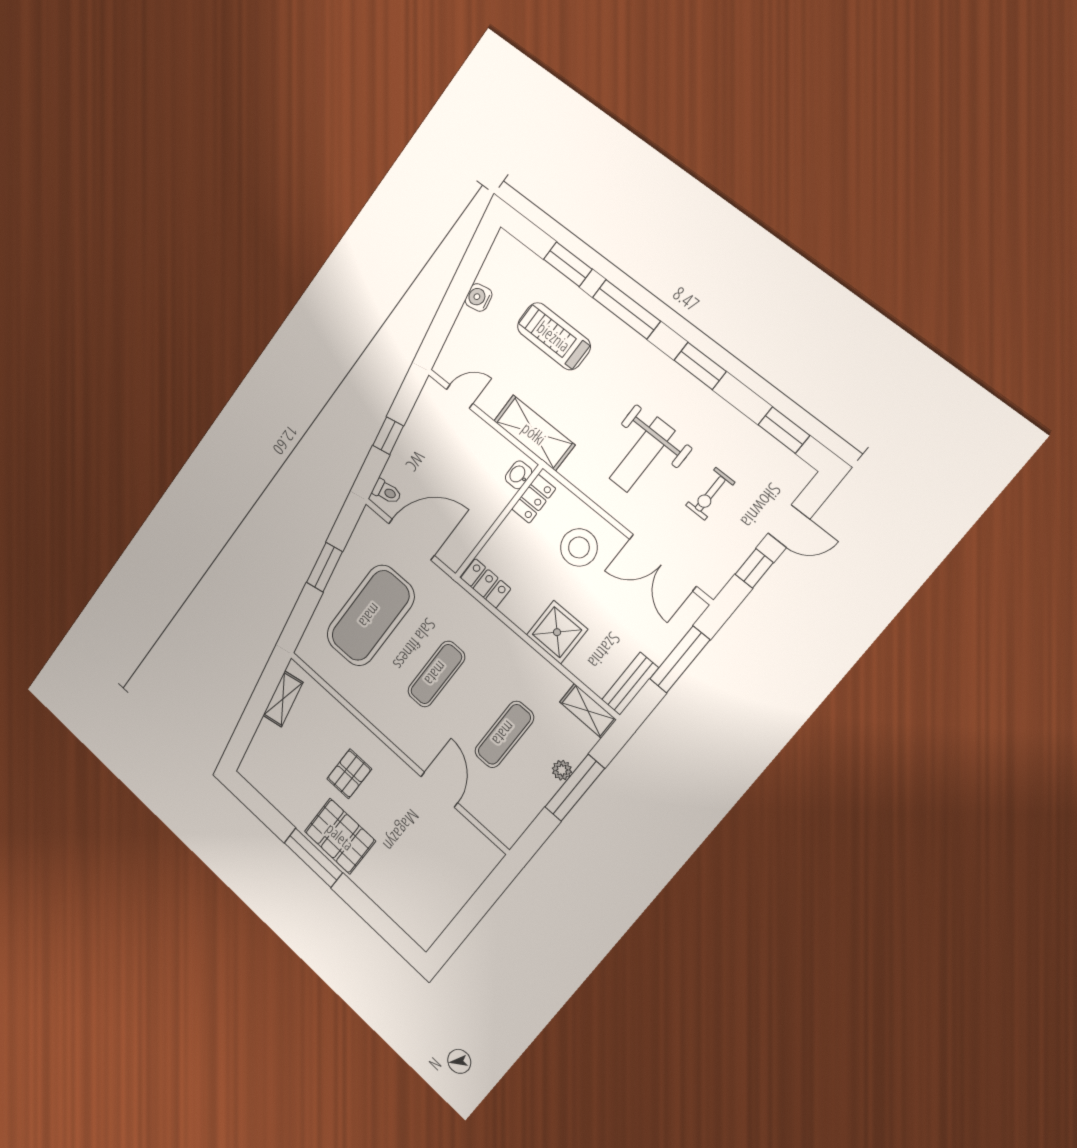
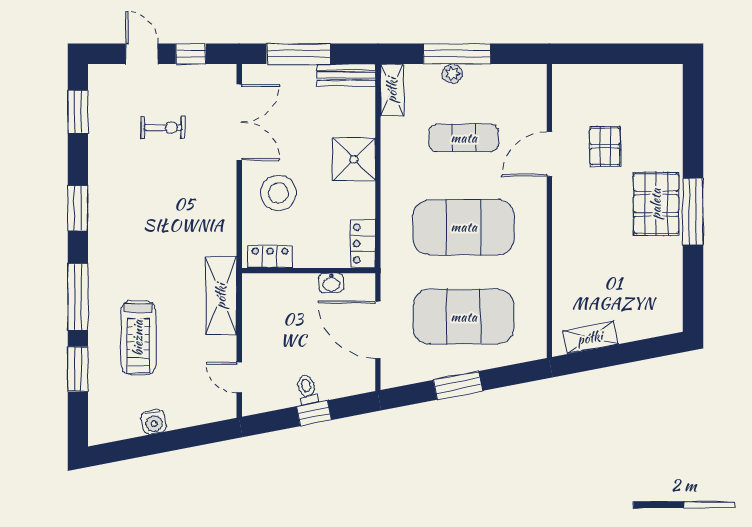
weight bench: (642, 455) -> (174, 200), removed
washbasin: (518, 475) -> (331, 283), moved
toilet: (387, 492) -> (307, 390), moved
exercise mat: (436, 674) -> (464, 227), width x2.00, depth x1.45
pallet: (349, 774) -> (605, 146), moved, turned 90

